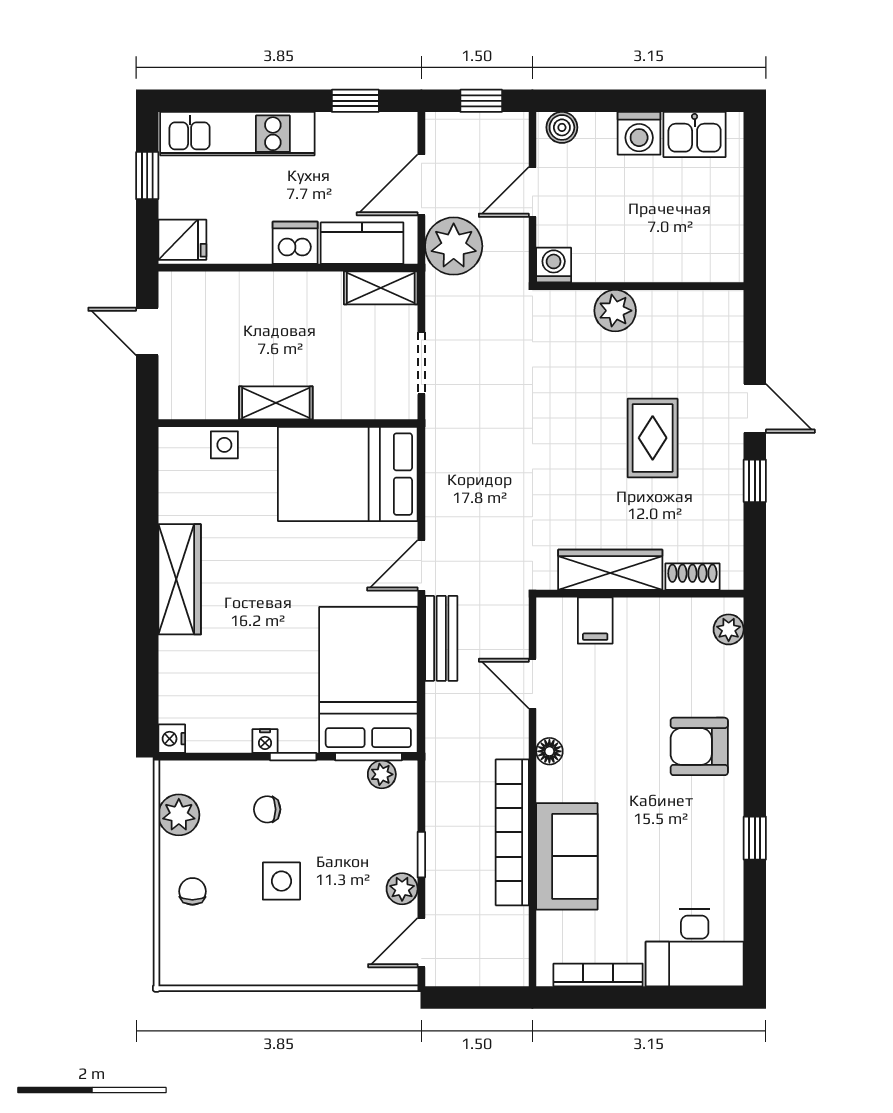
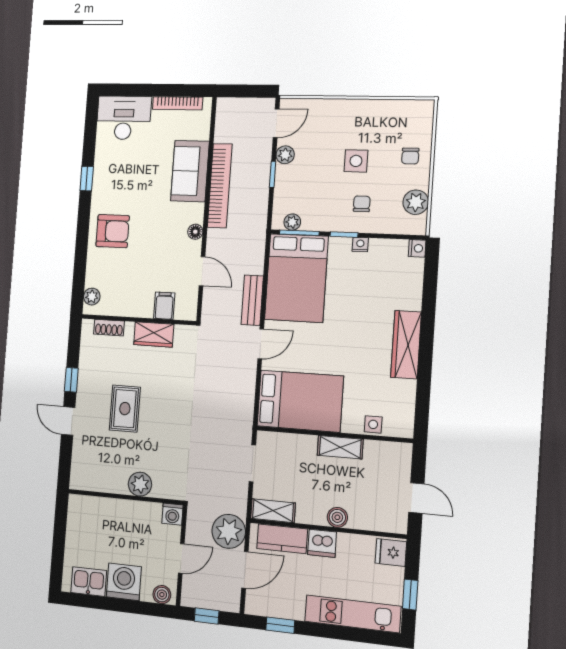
washing machine: (639, 133) -> (124, 582), width x1.37, depth x1.37
boiler: (273, 288) -> (337, 517), added
wardrobe: (610, 570) -> (154, 334), width x0.67
chair: (267, 809) -> (362, 204), turned -90

